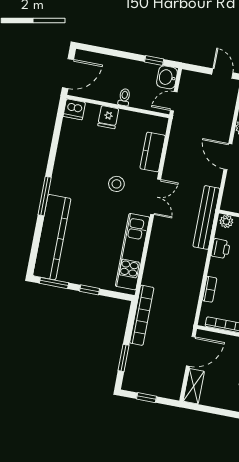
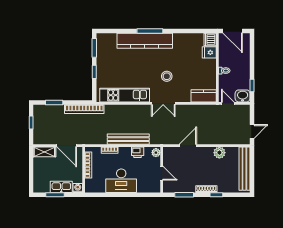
fridge: (108, 117) -> (209, 52), moved
kitchen counter: (153, 152) -> (204, 96), moved
door: (228, 157) -> (188, 146), moved
bench: (206, 217) -> (128, 139), moved
kitchen counter: (52, 237) -> (145, 41), moved

